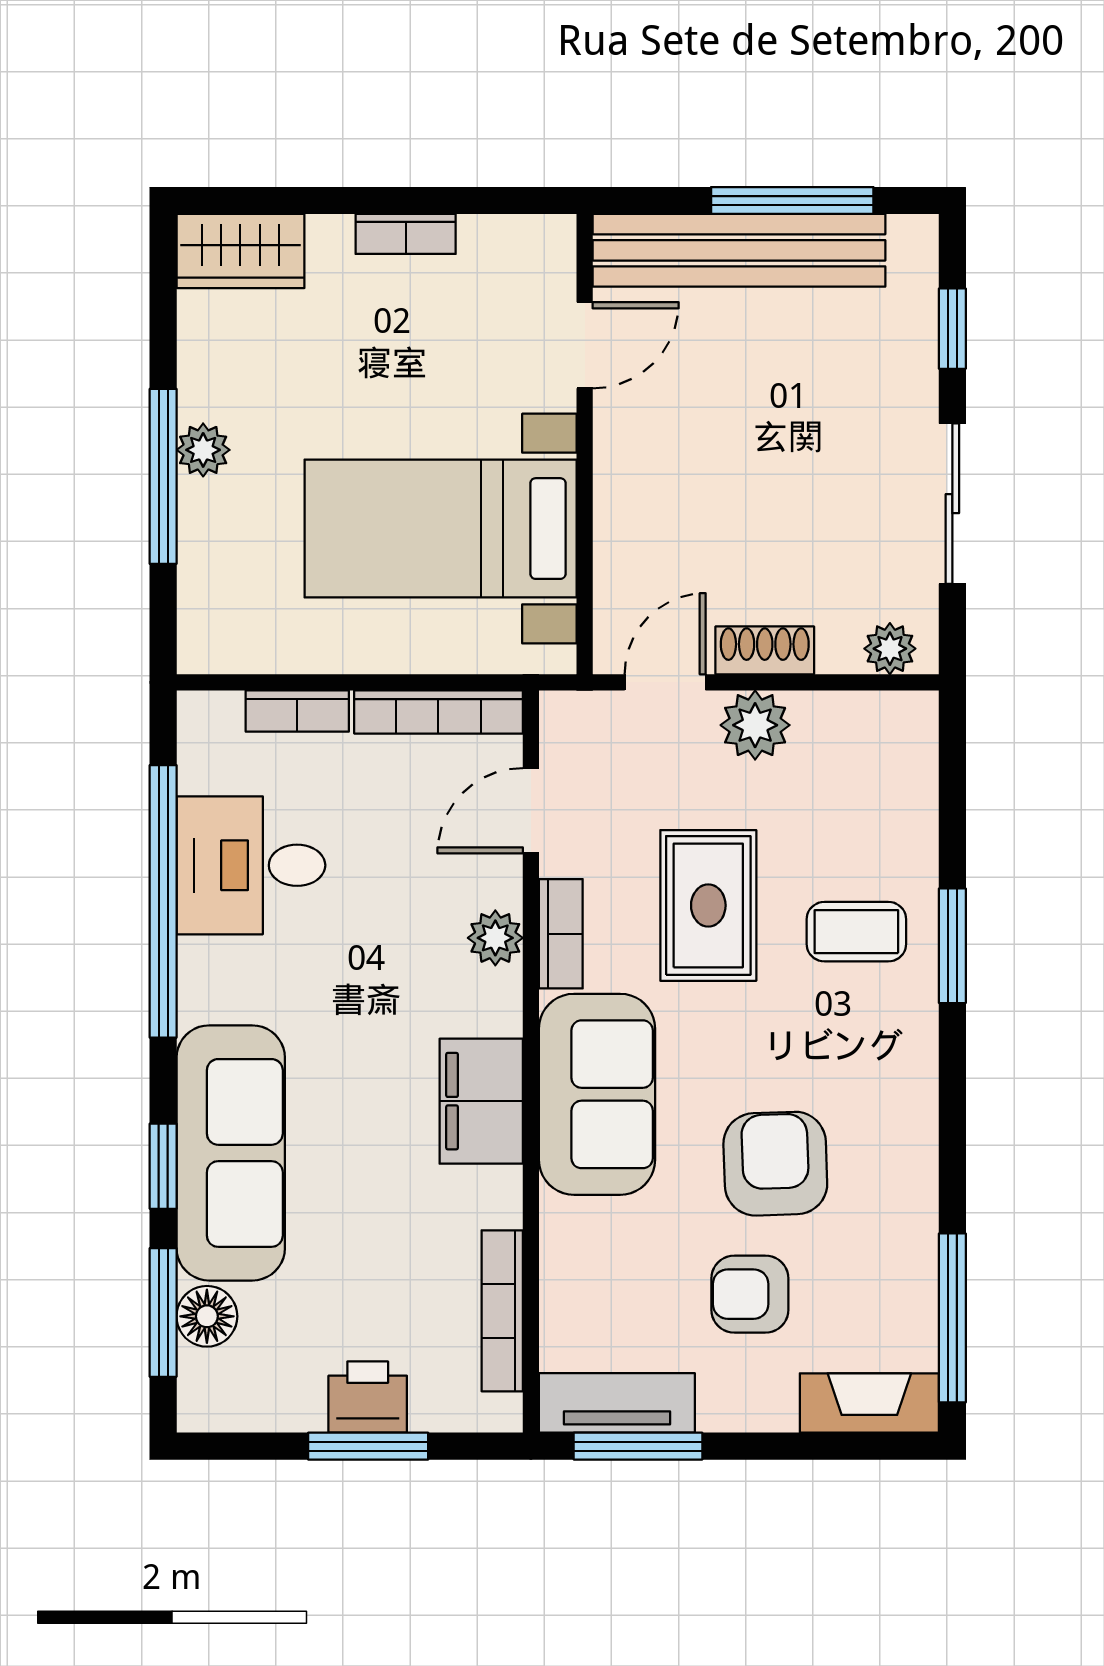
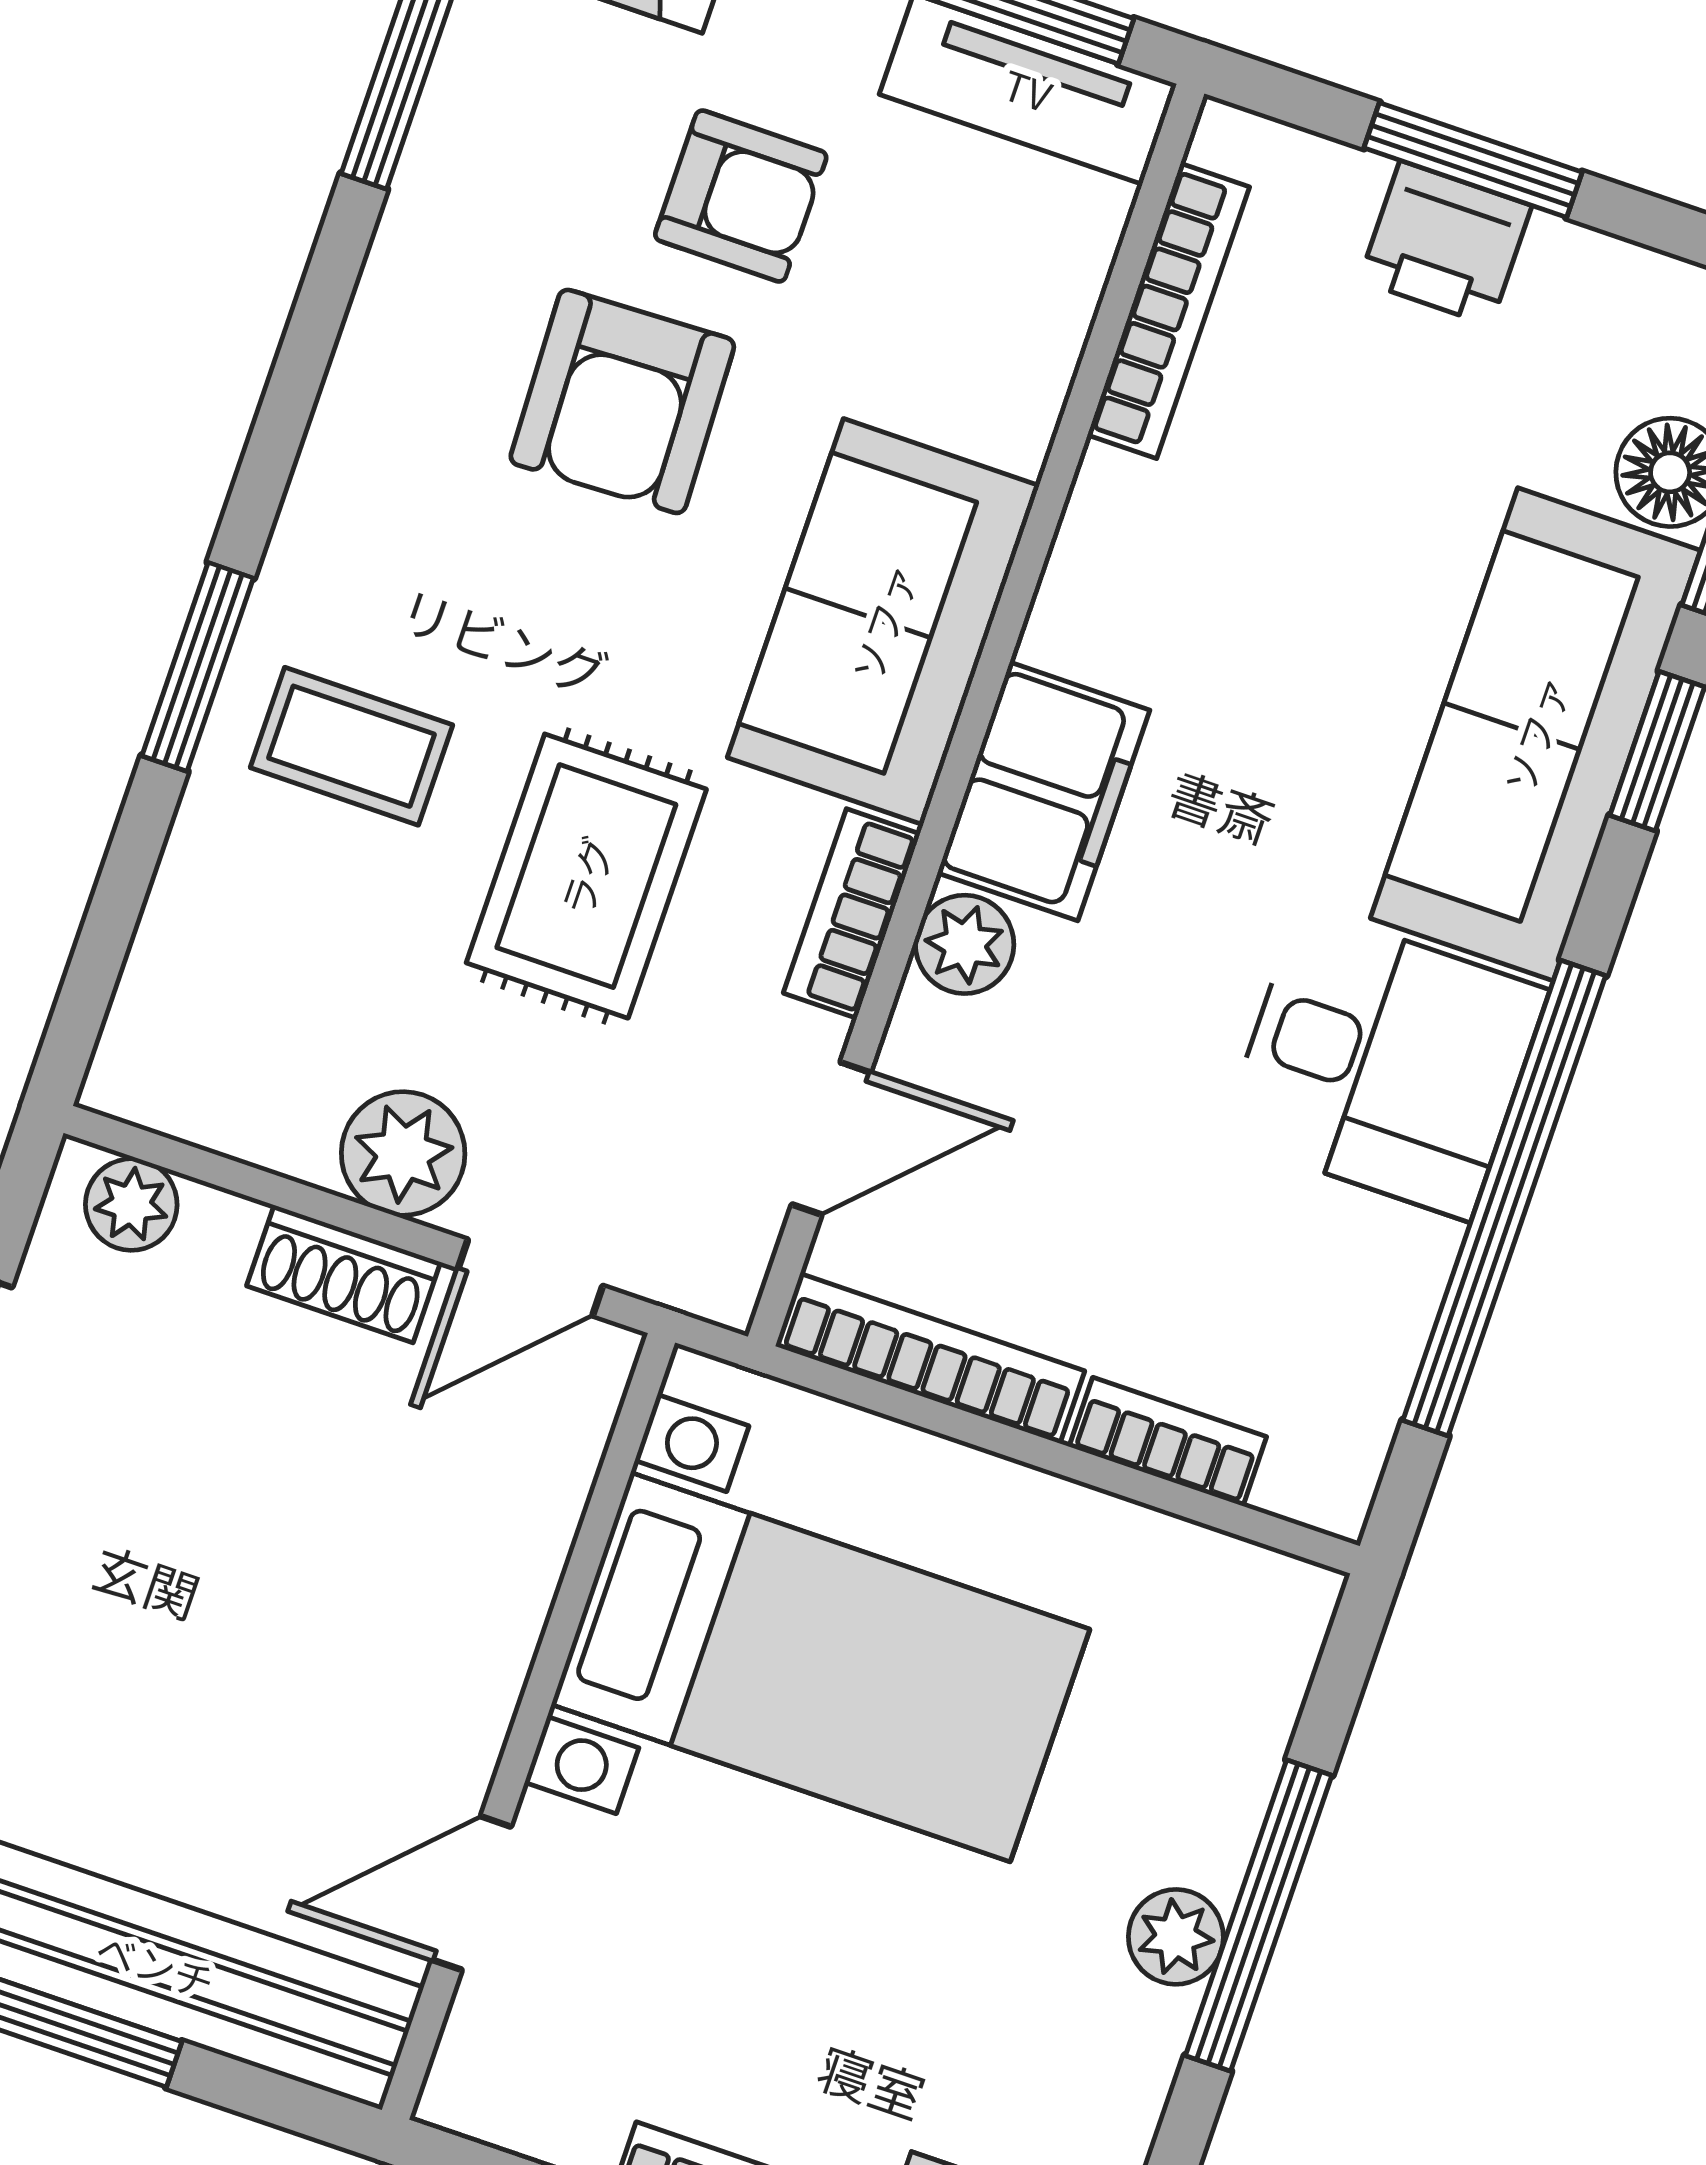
desk: (251, 865) -> (1385, 1063), moved
filing cabinet: (481, 1101) -> (1044, 791), moved

